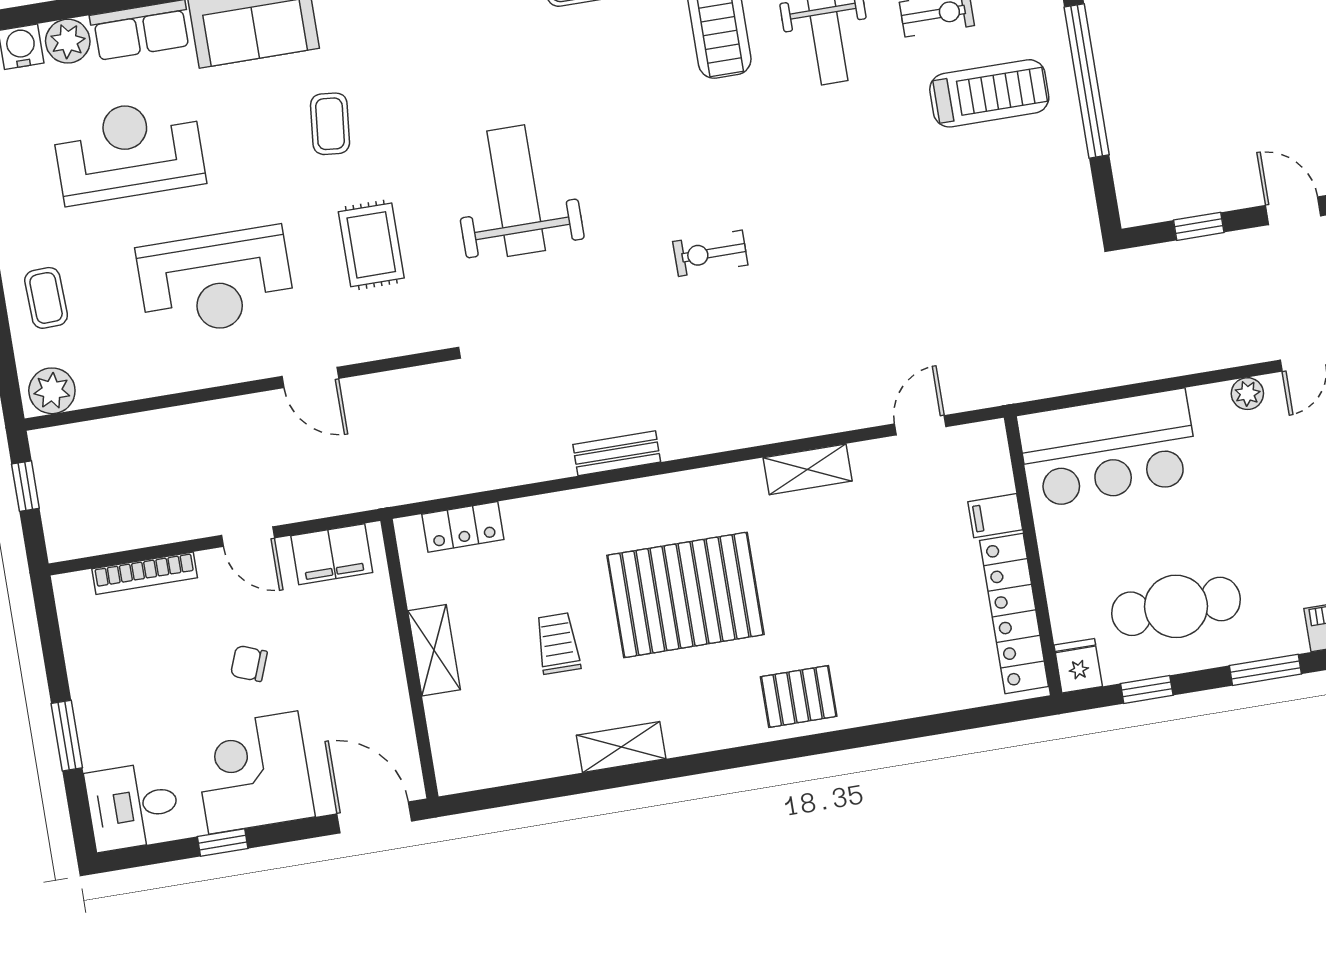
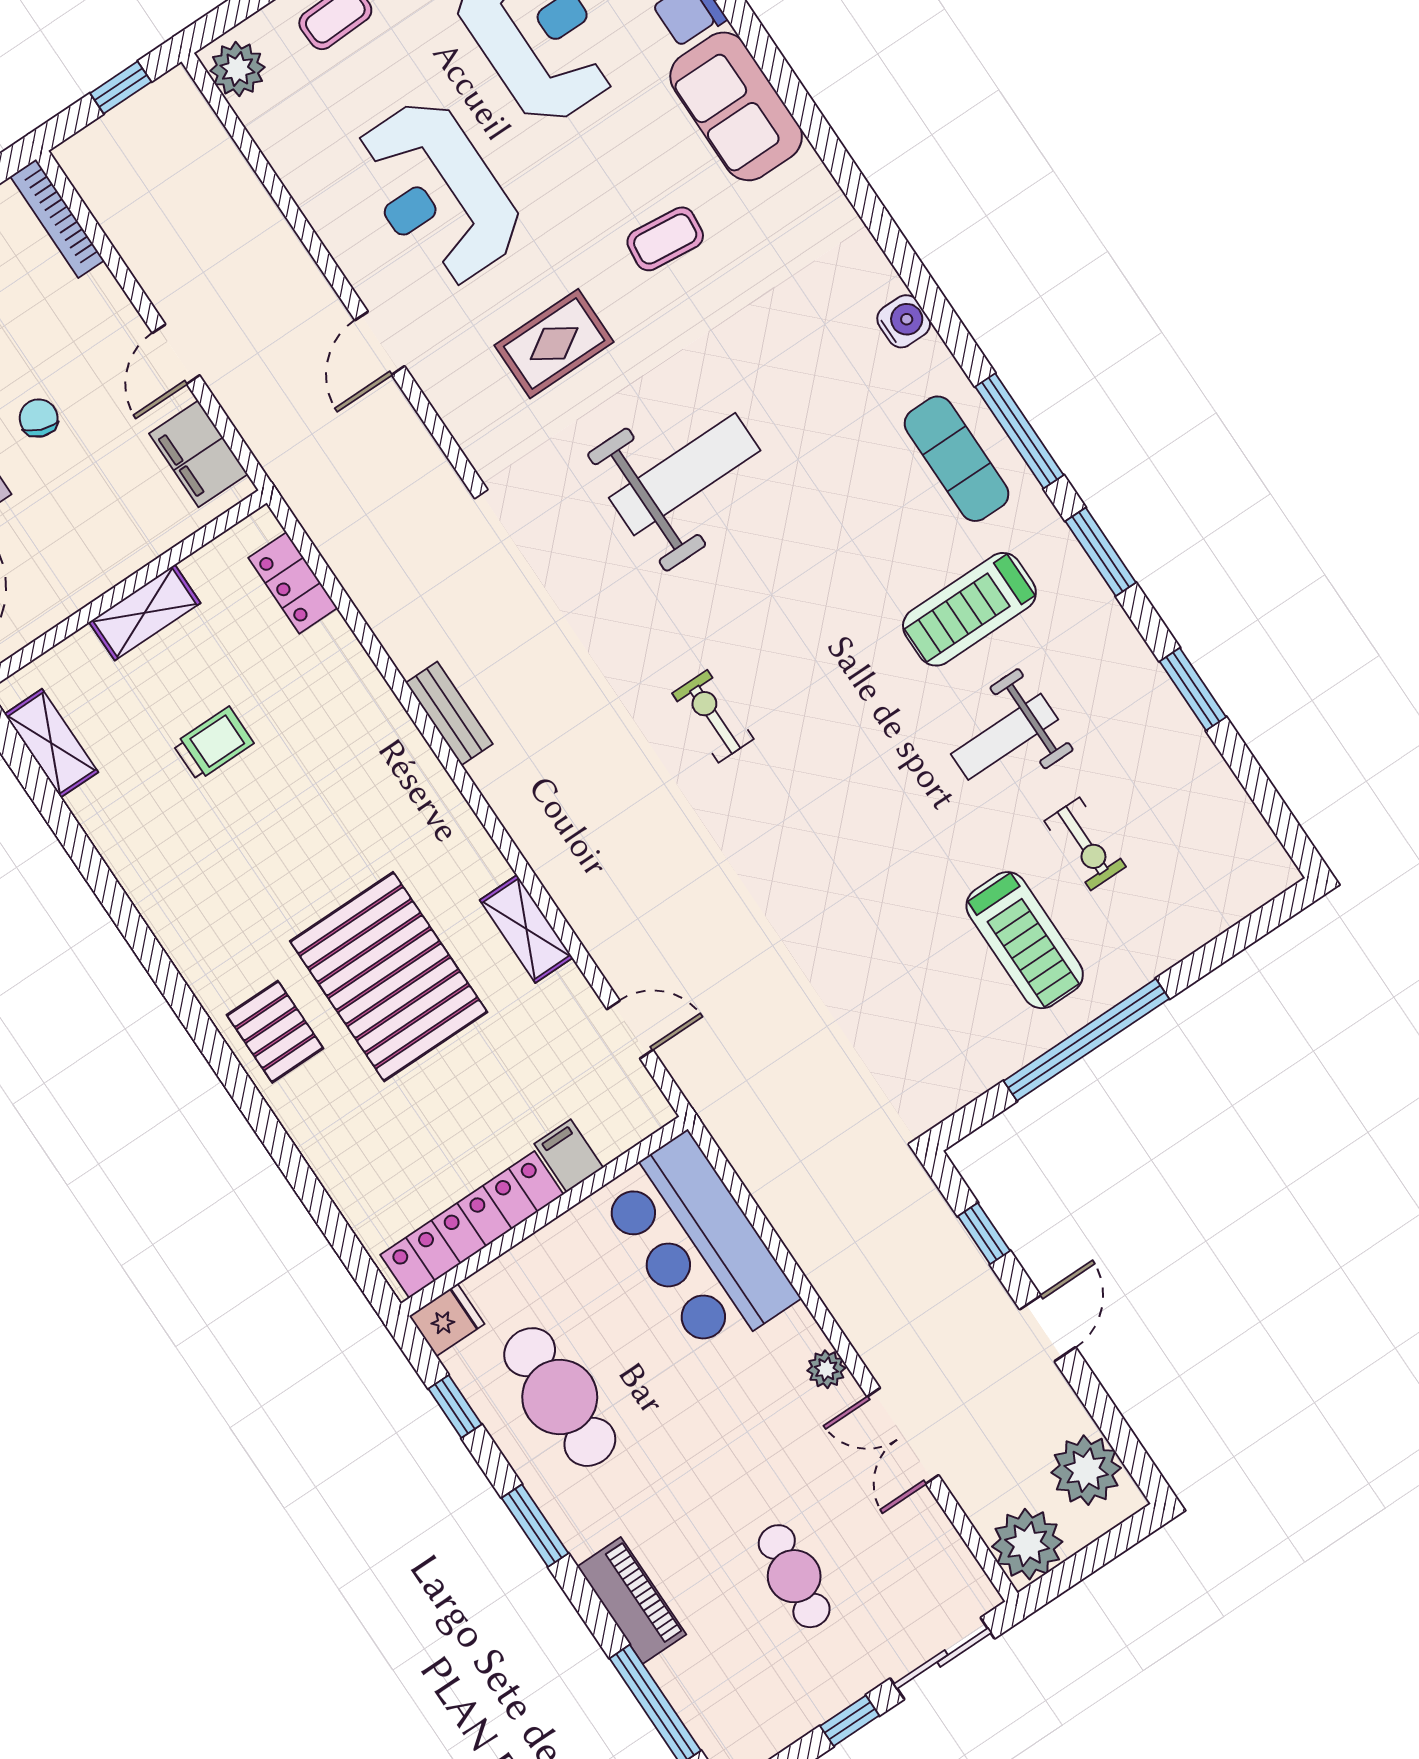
bookcase: (145, 573) -> (57, 219), moved
pallet: (685, 595) -> (389, 977), moved
shelving: (621, 747) -> (51, 743), moved

